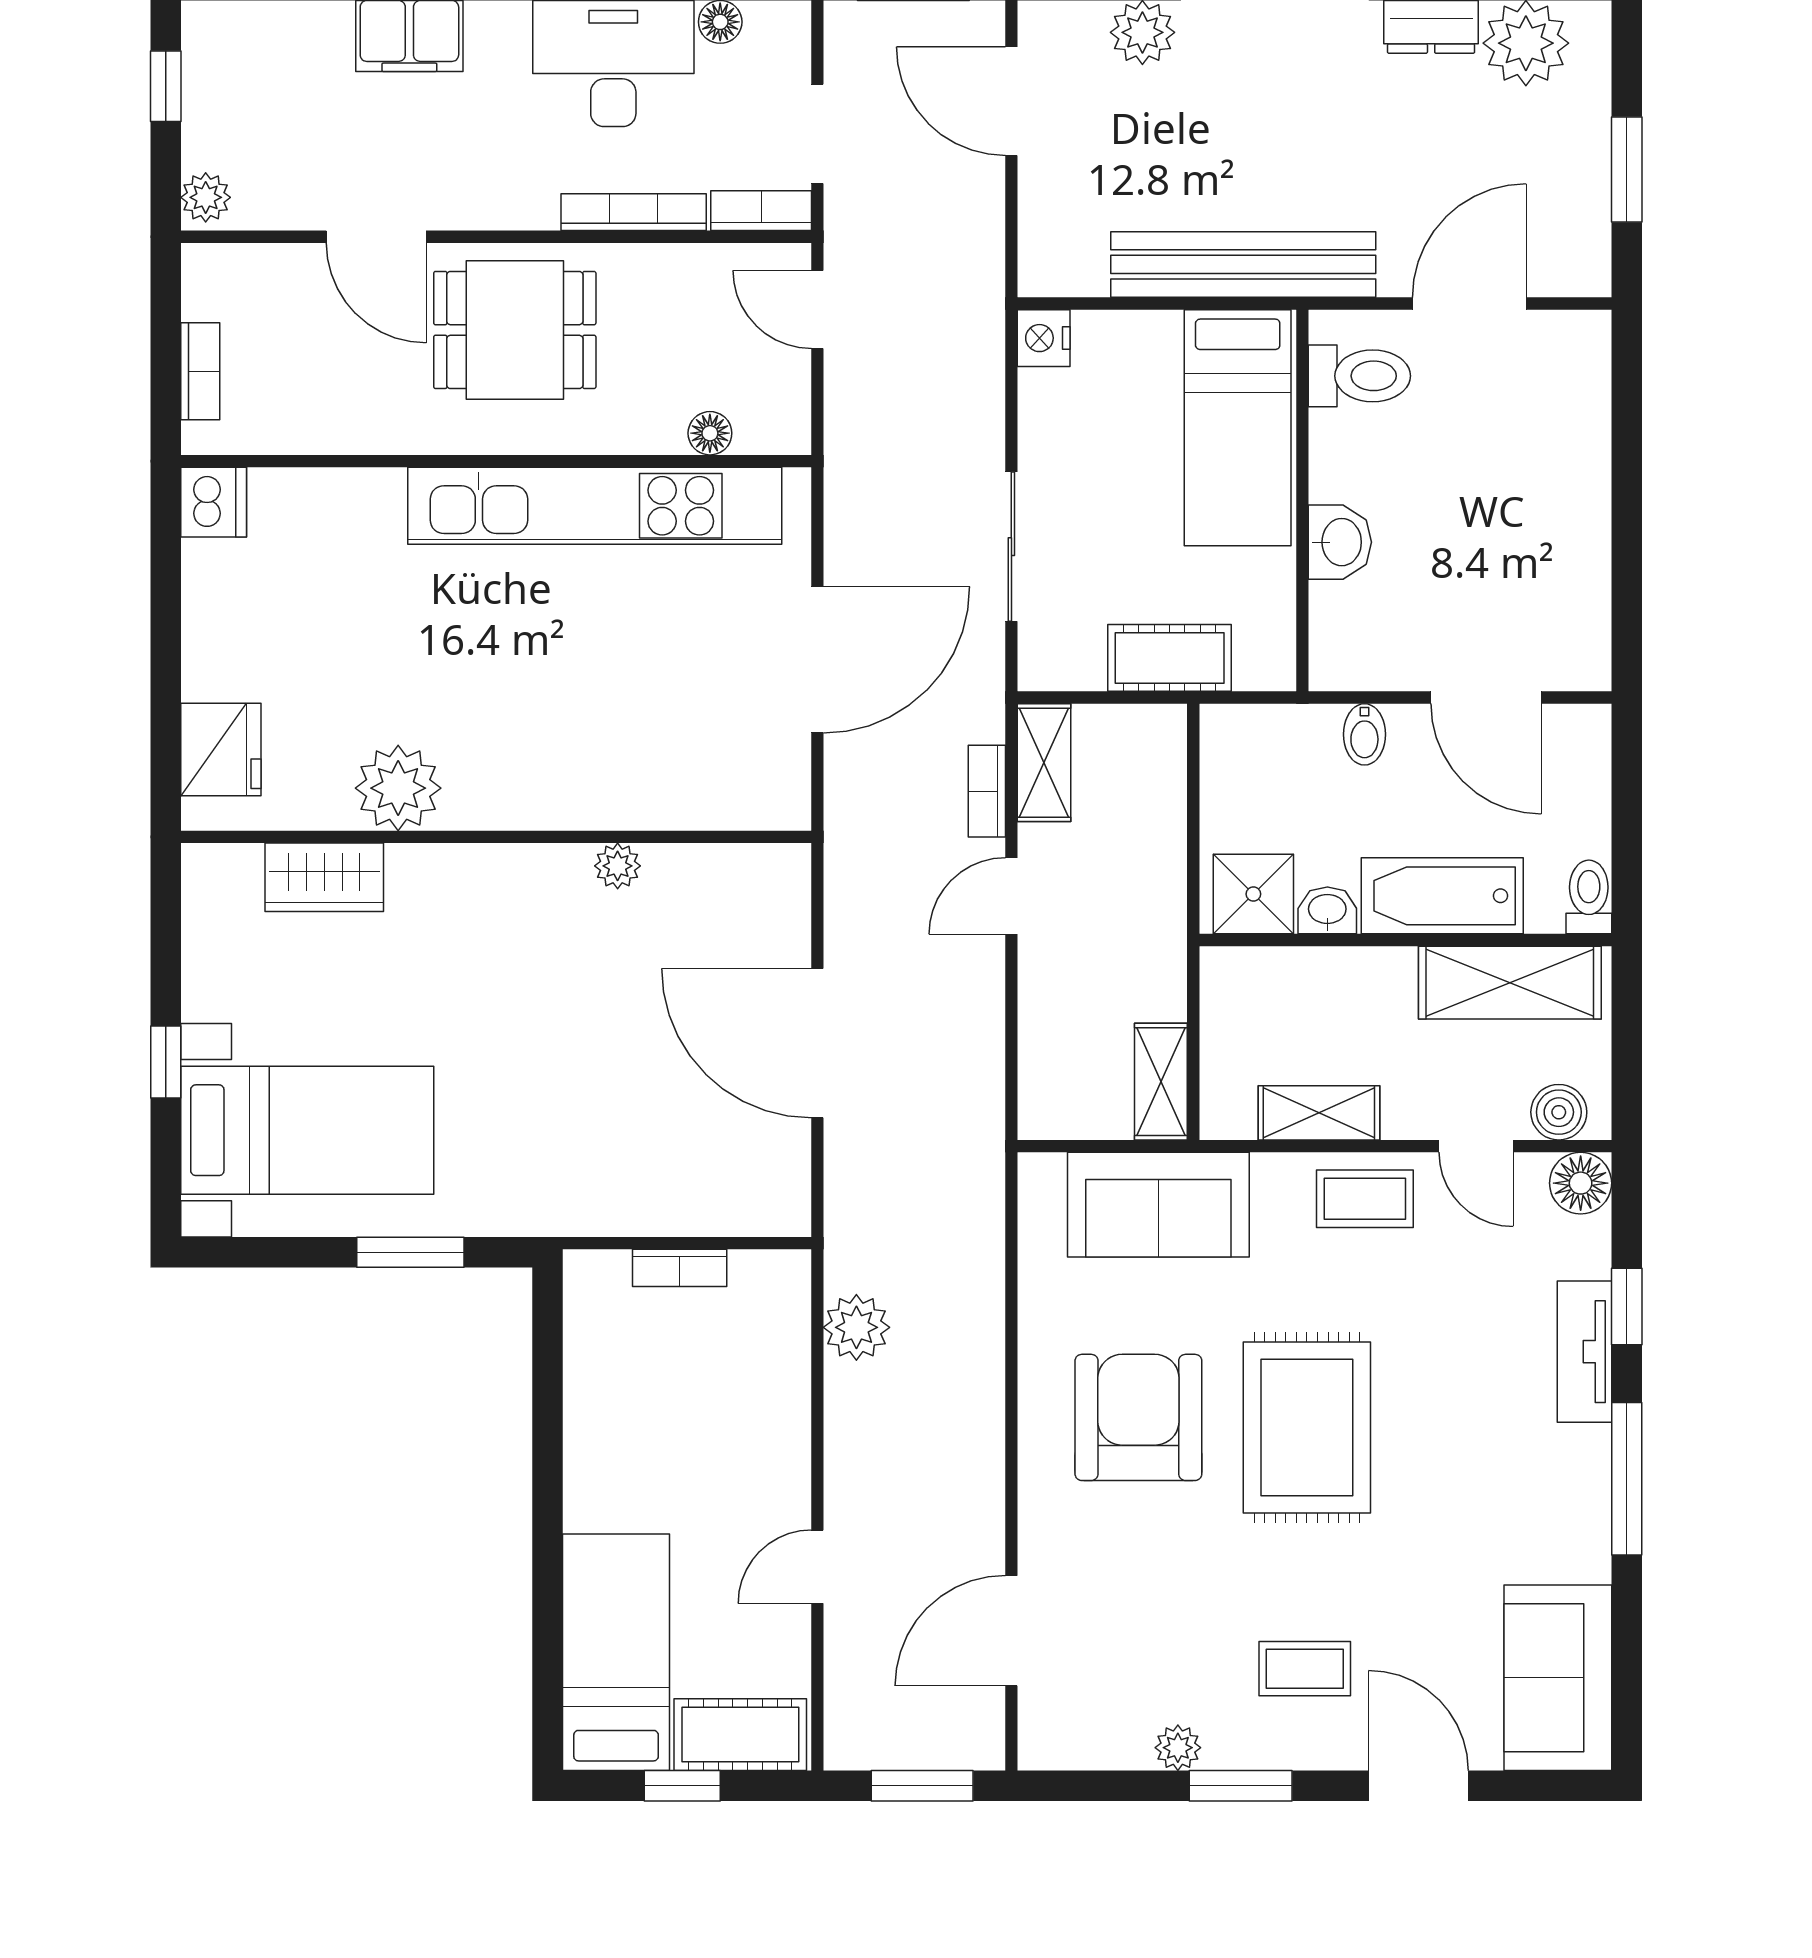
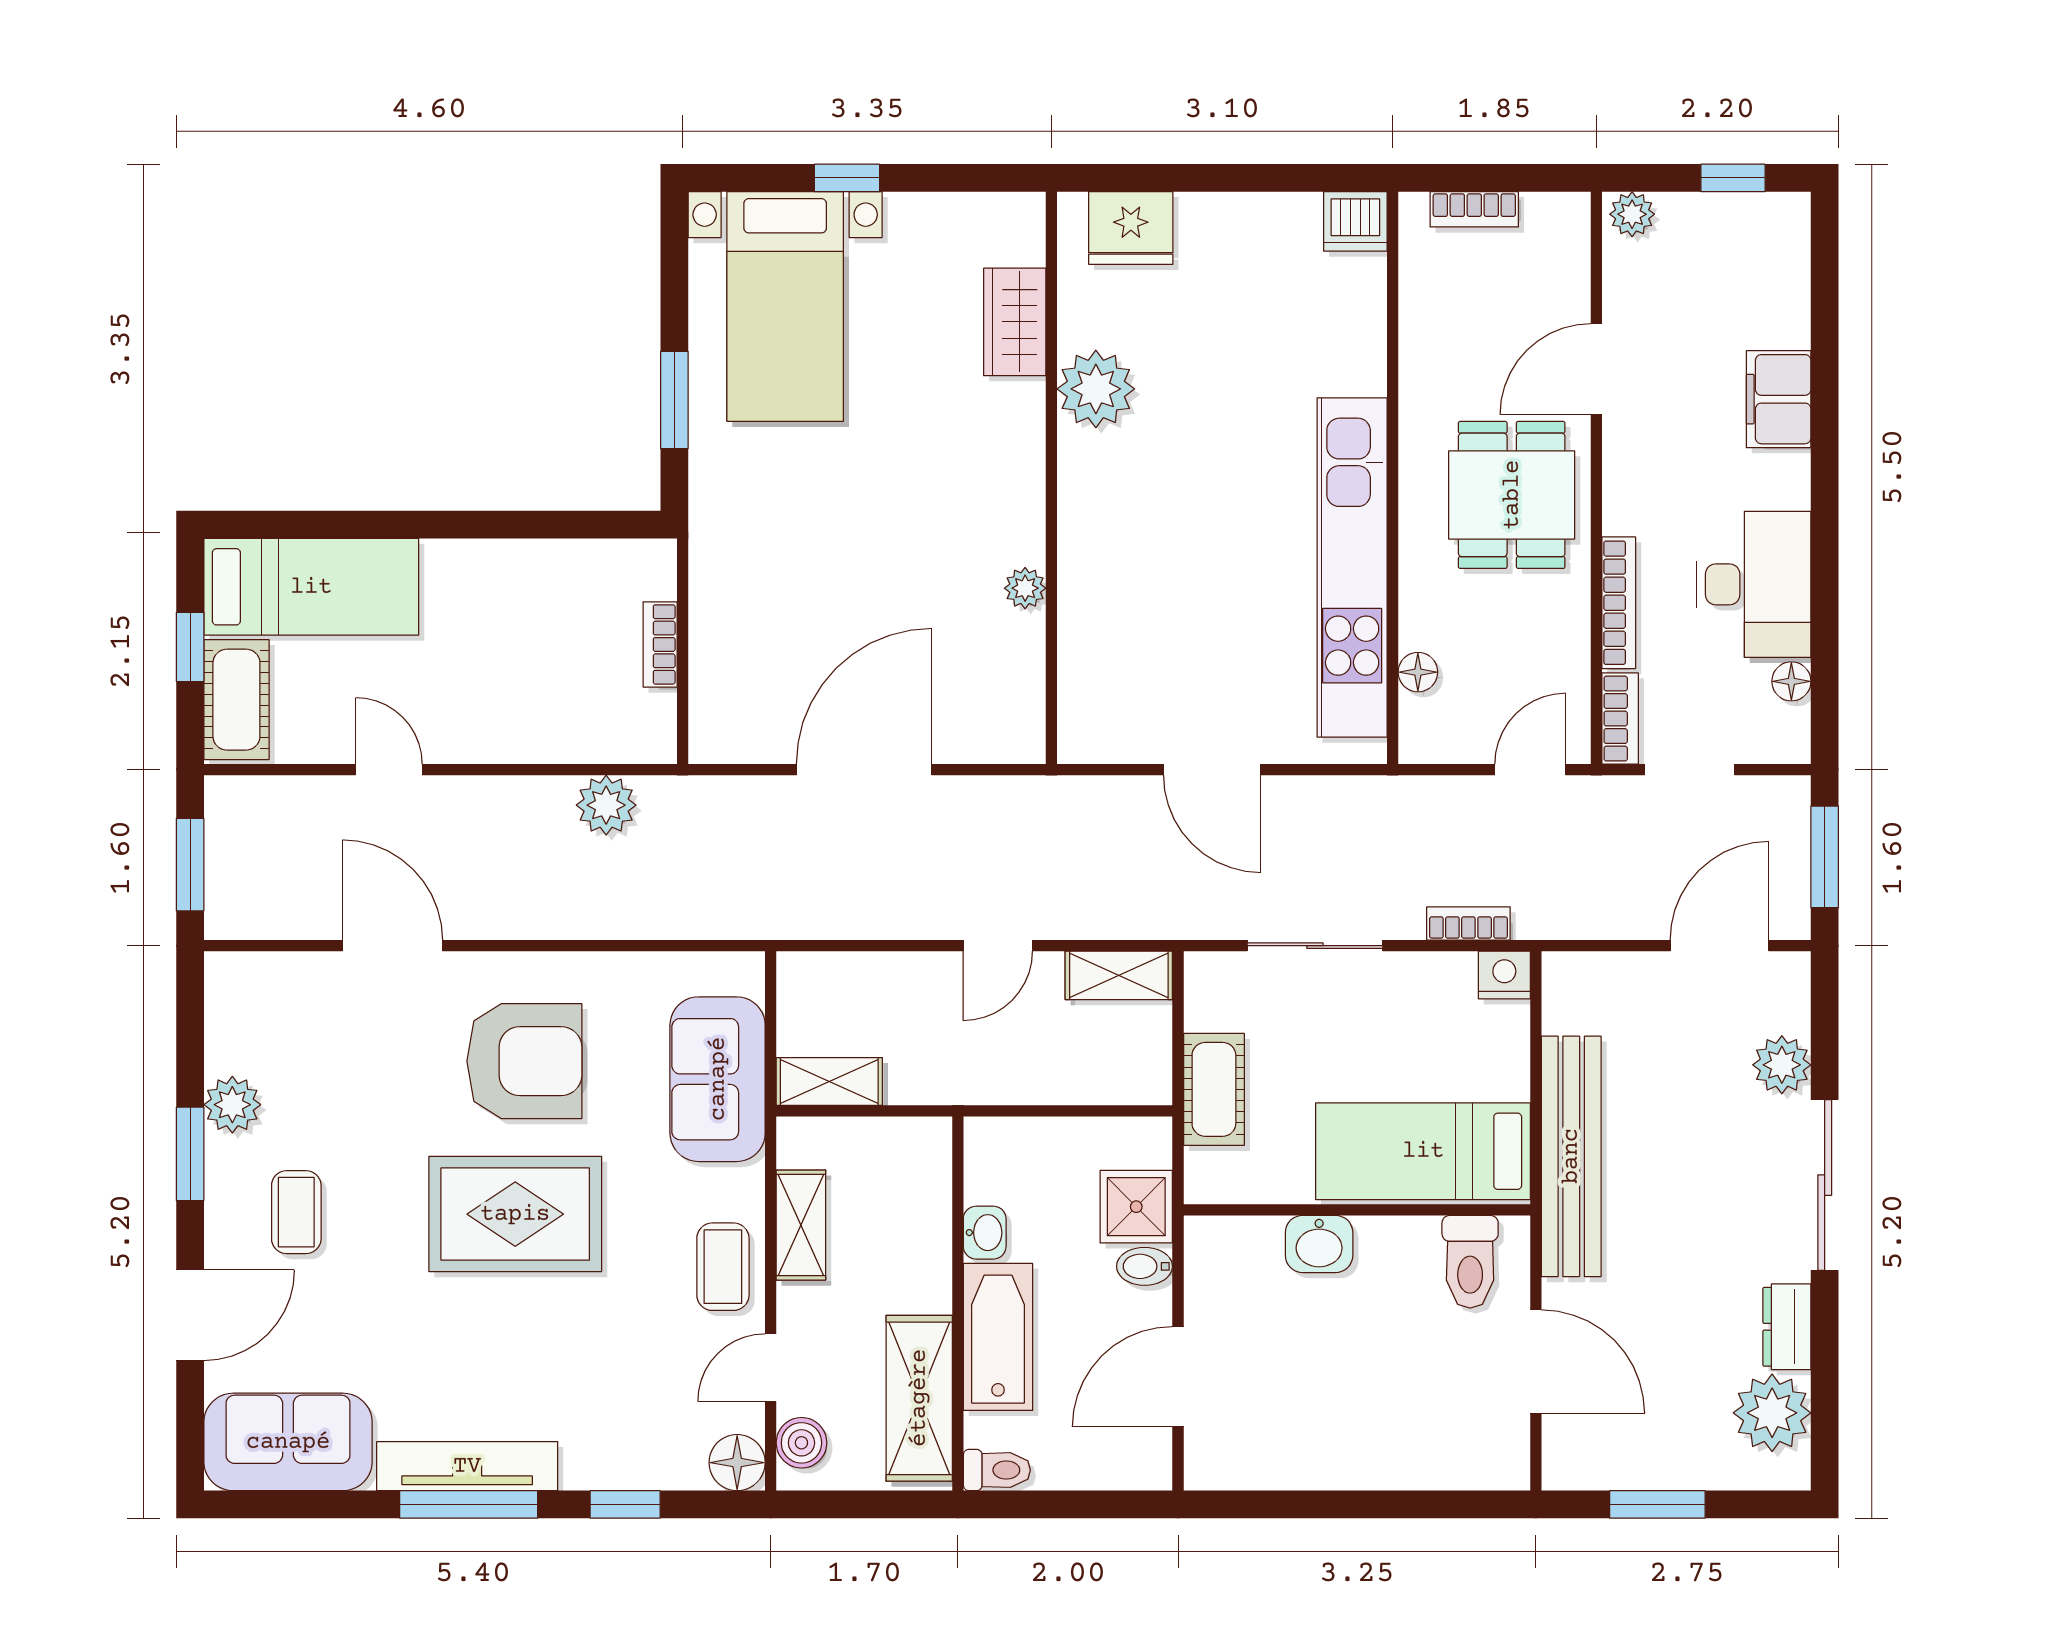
door: (817, 660) -> (1212, 770), width x0.73
bookcase: (987, 791) -> (1468, 924), moved
shower: (1253, 894) -> (1136, 1207), moved
door: (1011, 896) -> (998, 946), swing flipped
tv unit: (1584, 1352) -> (467, 1466), moved, width x1.41
door: (1011, 1631) -> (392, 946), moved
plant: (1178, 1748) -> (232, 1105), width x1.38, depth x1.38

